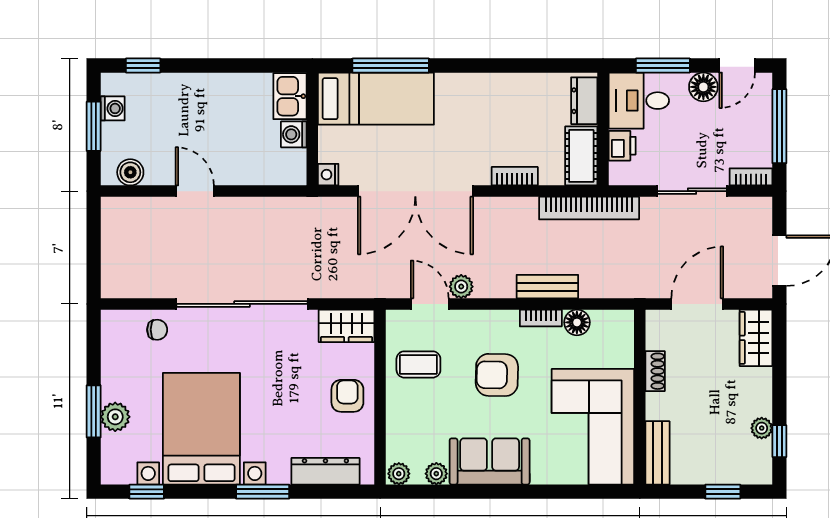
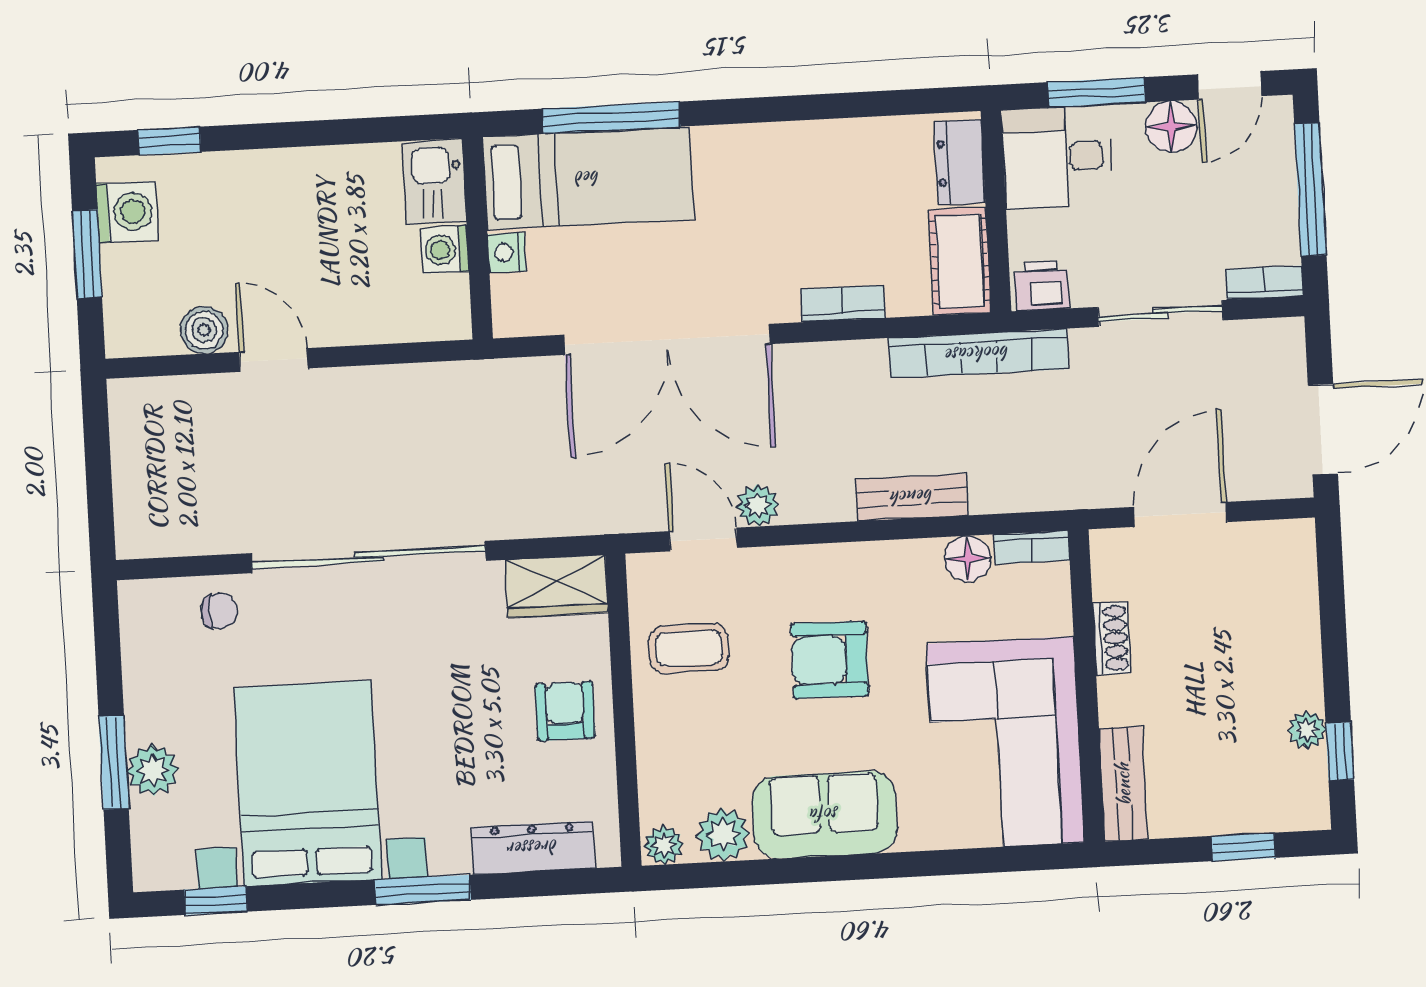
washing machine: (113, 108) -> (127, 212), width x1.38, depth x1.38
printer: (622, 146) -> (1042, 286), moved, turned -90
boiler: (130, 172) -> (204, 330), moved
nightstand: (328, 175) -> (507, 253), moved
bookcase: (541, 318) -> (1032, 547), moved
wardrobe: (756, 338) -> (1288, 569), removed
plant: (436, 474) -> (723, 835), width x1.38, depth x1.38

